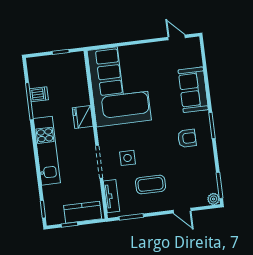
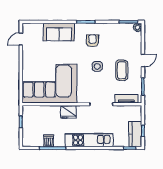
side table: (128, 158) -> (97, 66), moved
door: (182, 211) -> (143, 60), moved
kitchen counter: (83, 212) -> (135, 134), moved

